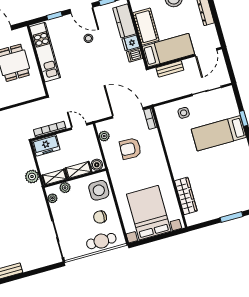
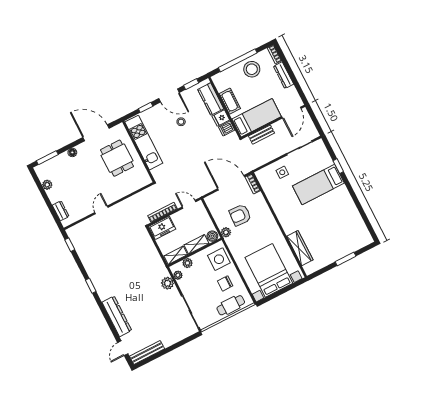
cot: (146, 27) -> (230, 101), width x0.73, depth x0.75
plant: (104, 136) -> (226, 232), moved
plant: (32, 177) -> (167, 283), moved

